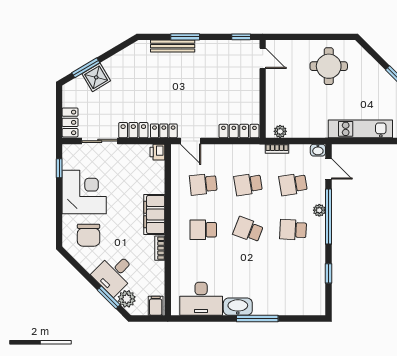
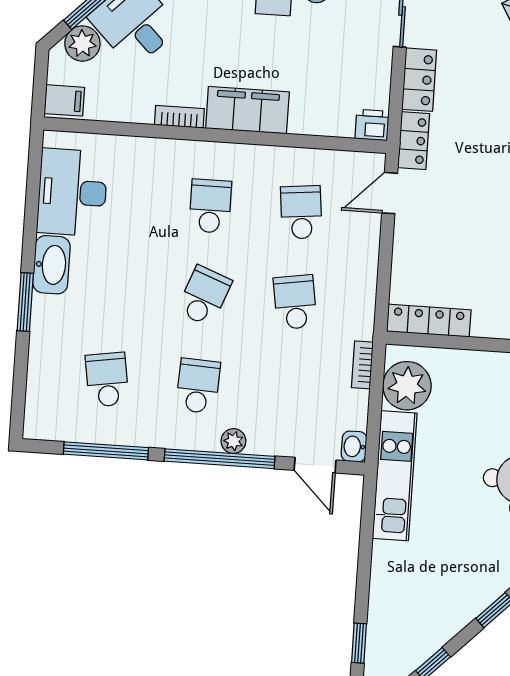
kitchen unit: (360, 129) -> (395, 476), moved
locker: (239, 131) -> (429, 321), moved, turned -90
plant: (280, 131) -> (407, 386), width x1.88, depth x1.88
door: (328, 169) -> (315, 465), hinge flipped
school desk: (293, 184) -> (107, 380), moved
window: (328, 273) -> (106, 451), width x2.17
window: (257, 318) -> (25, 302), width x0.69

